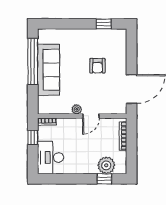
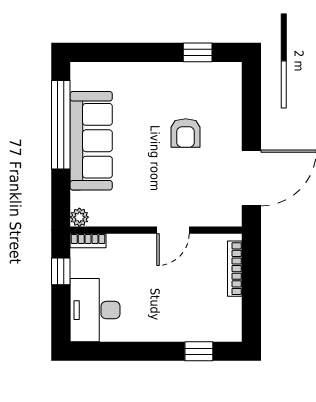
plant: (77, 109) -> (79, 217), moved
plant: (106, 165) -> (203, 325), removed

